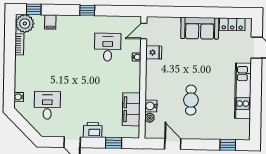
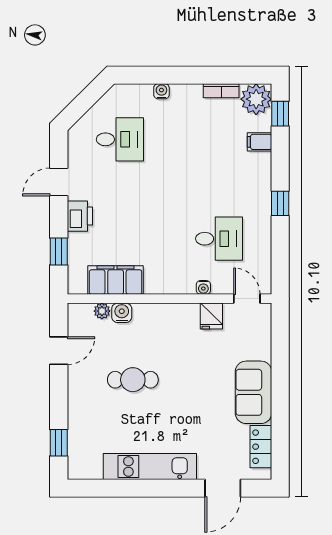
water cooler: (19, 97) -> (161, 91), moved

